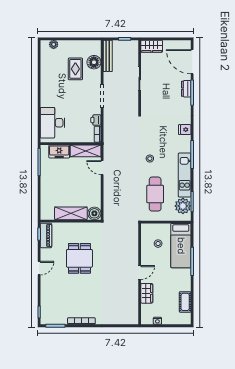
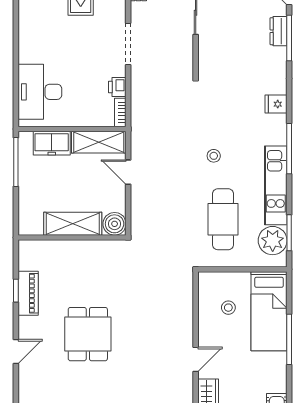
shelving: (71, 213) -> (73, 224), moved
boiler: (94, 213) -> (115, 224), moved
wall: (71, 221) -> (72, 237), moved

